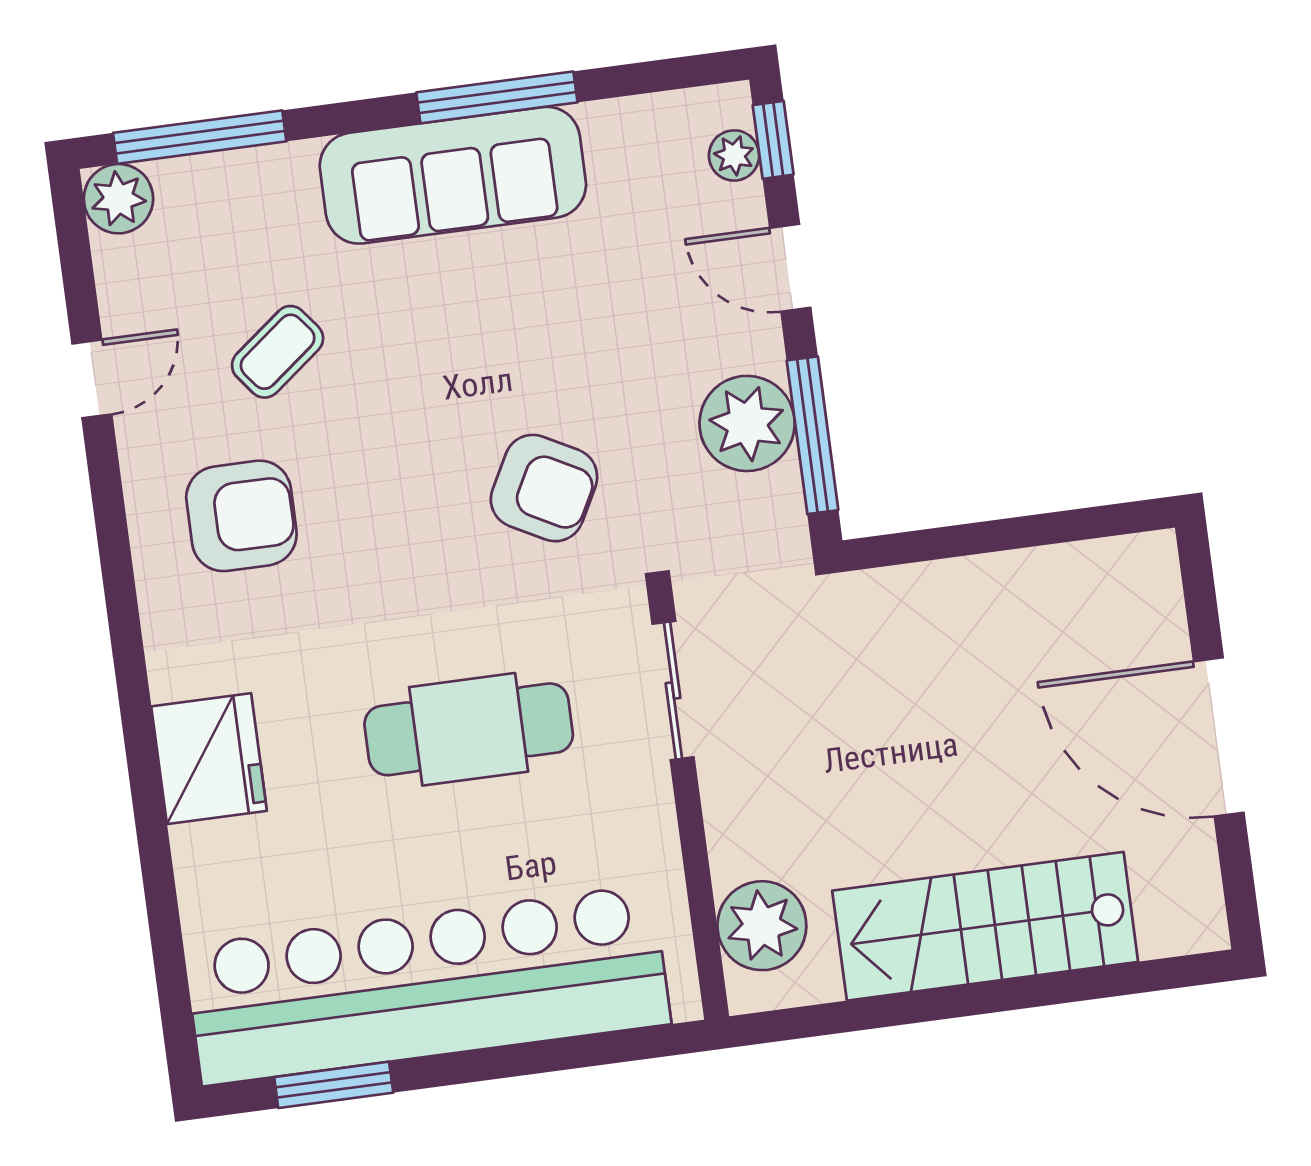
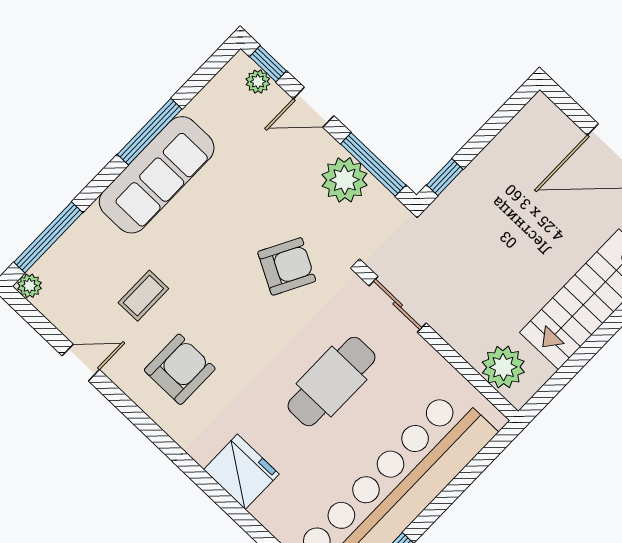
plant: (118, 199) -> (30, 286), width x0.73, depth x0.73
coffee table: (278, 352) -> (143, 296), turned 38
door: (92, 379) -> (81, 363), hinge flipped
window: (911, 547) -> (445, 177), added

